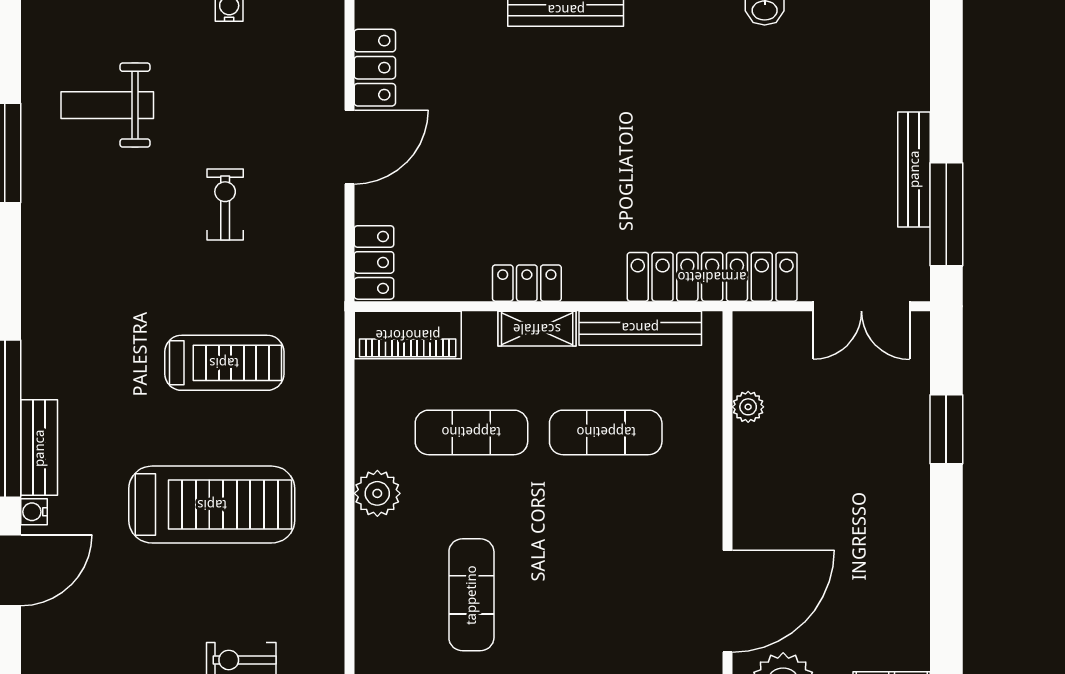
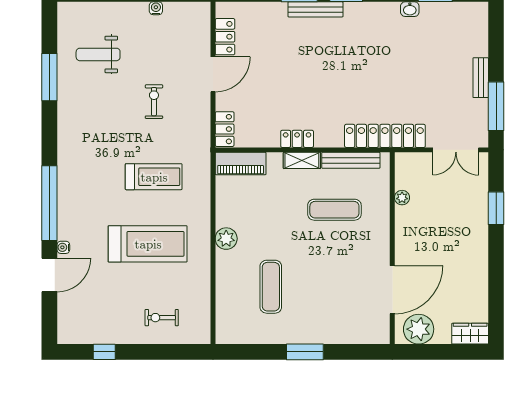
bench: (914, 169) -> (481, 78), width x0.73
exercise mat: (471, 432) -> (271, 210), removed
bench: (39, 448) -> (66, 217), removed

